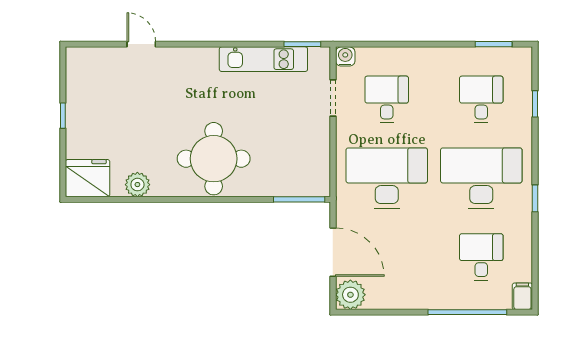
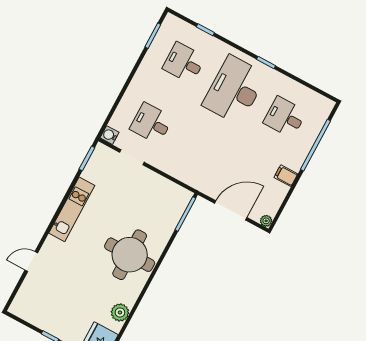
kitchen unit: (263, 59) -> (72, 209), moved
desk: (387, 178) -> (202, 151), removed
plant: (350, 295) -> (266, 221), width x0.53, depth x0.53
filing cabinet: (522, 296) -> (286, 176), moved

